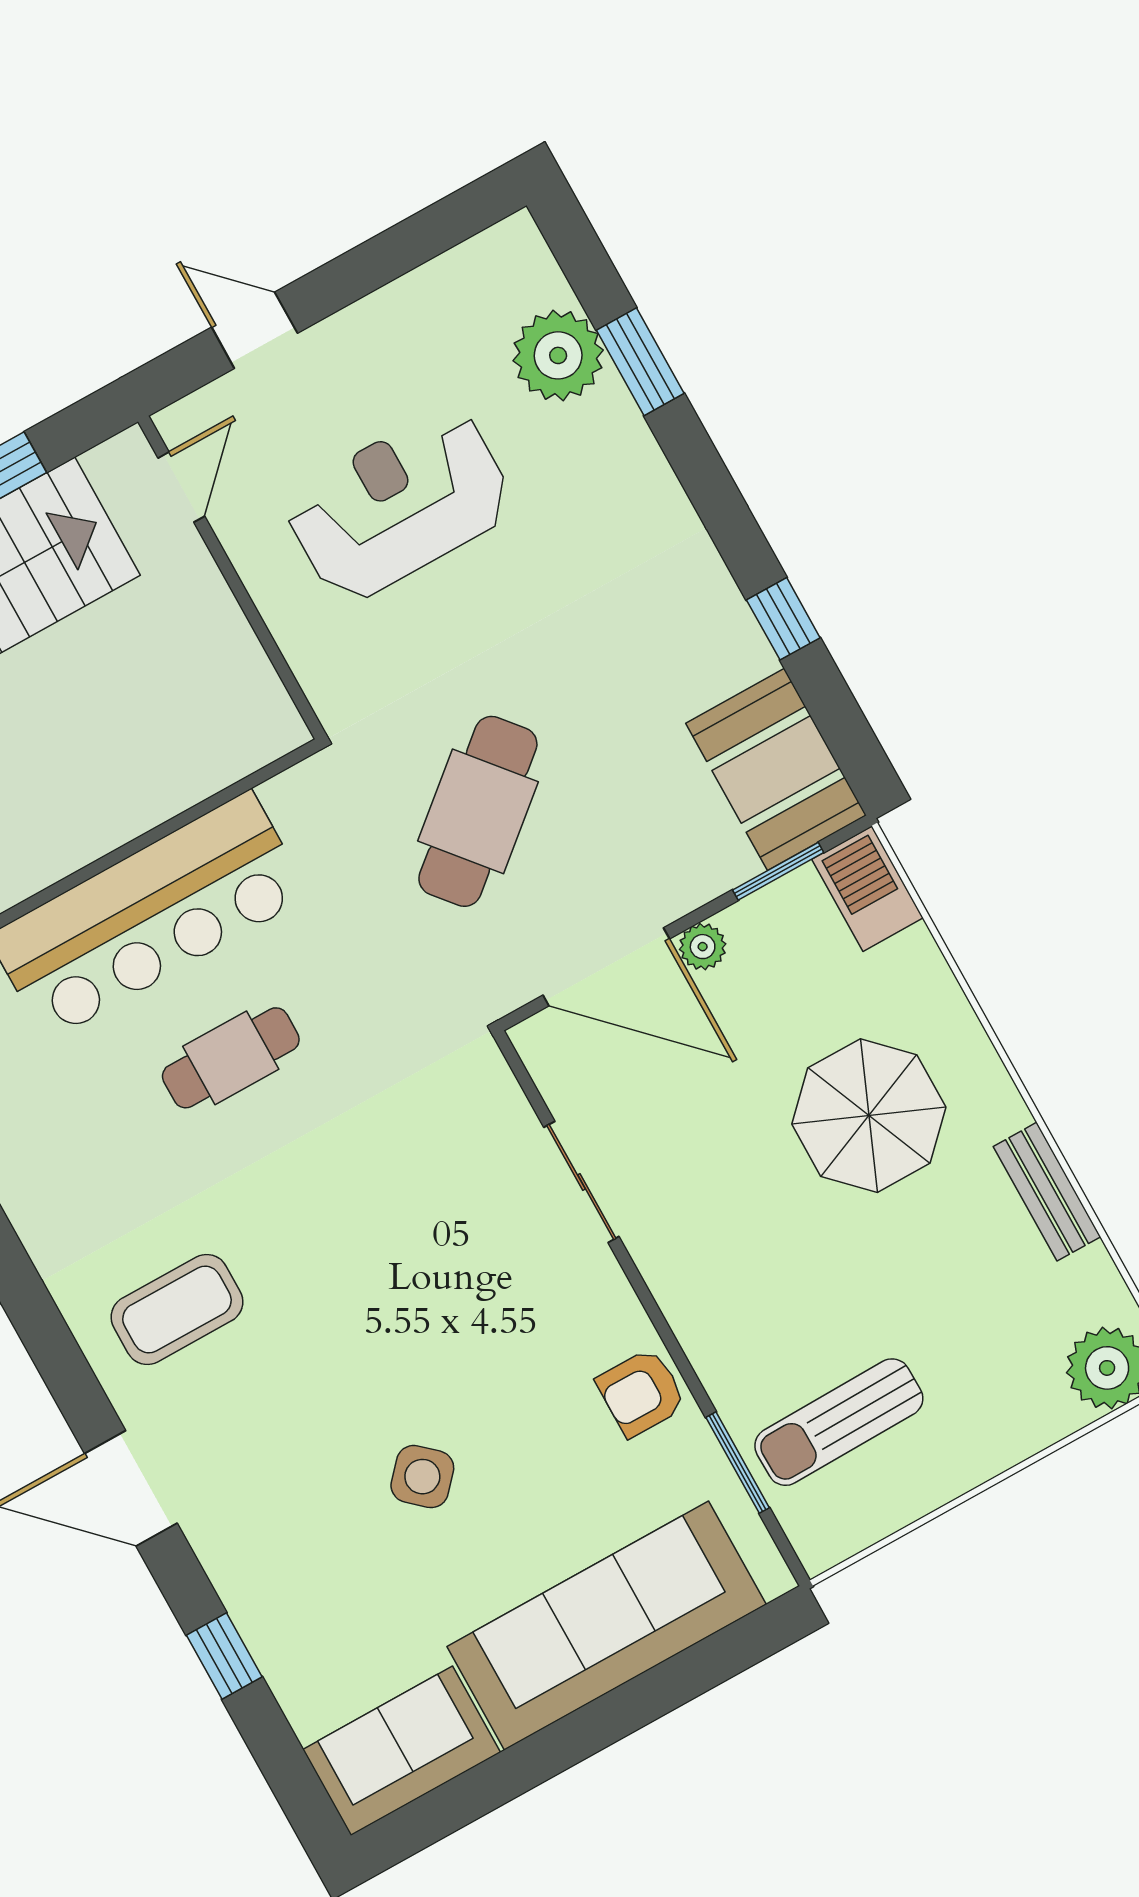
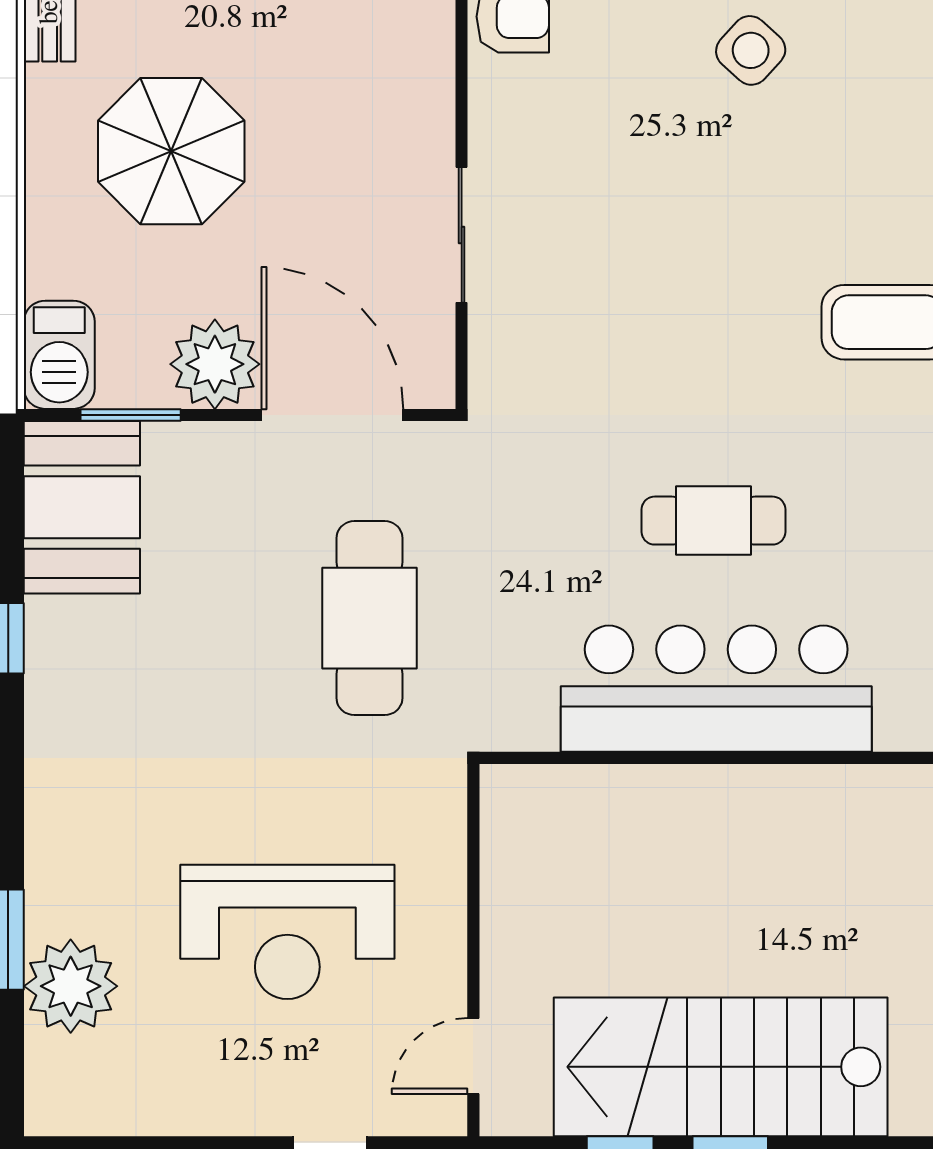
cafe table: (478, 811) -> (369, 618), turned -50
plant: (703, 947) -> (215, 364), width x1.88, depth x1.88

